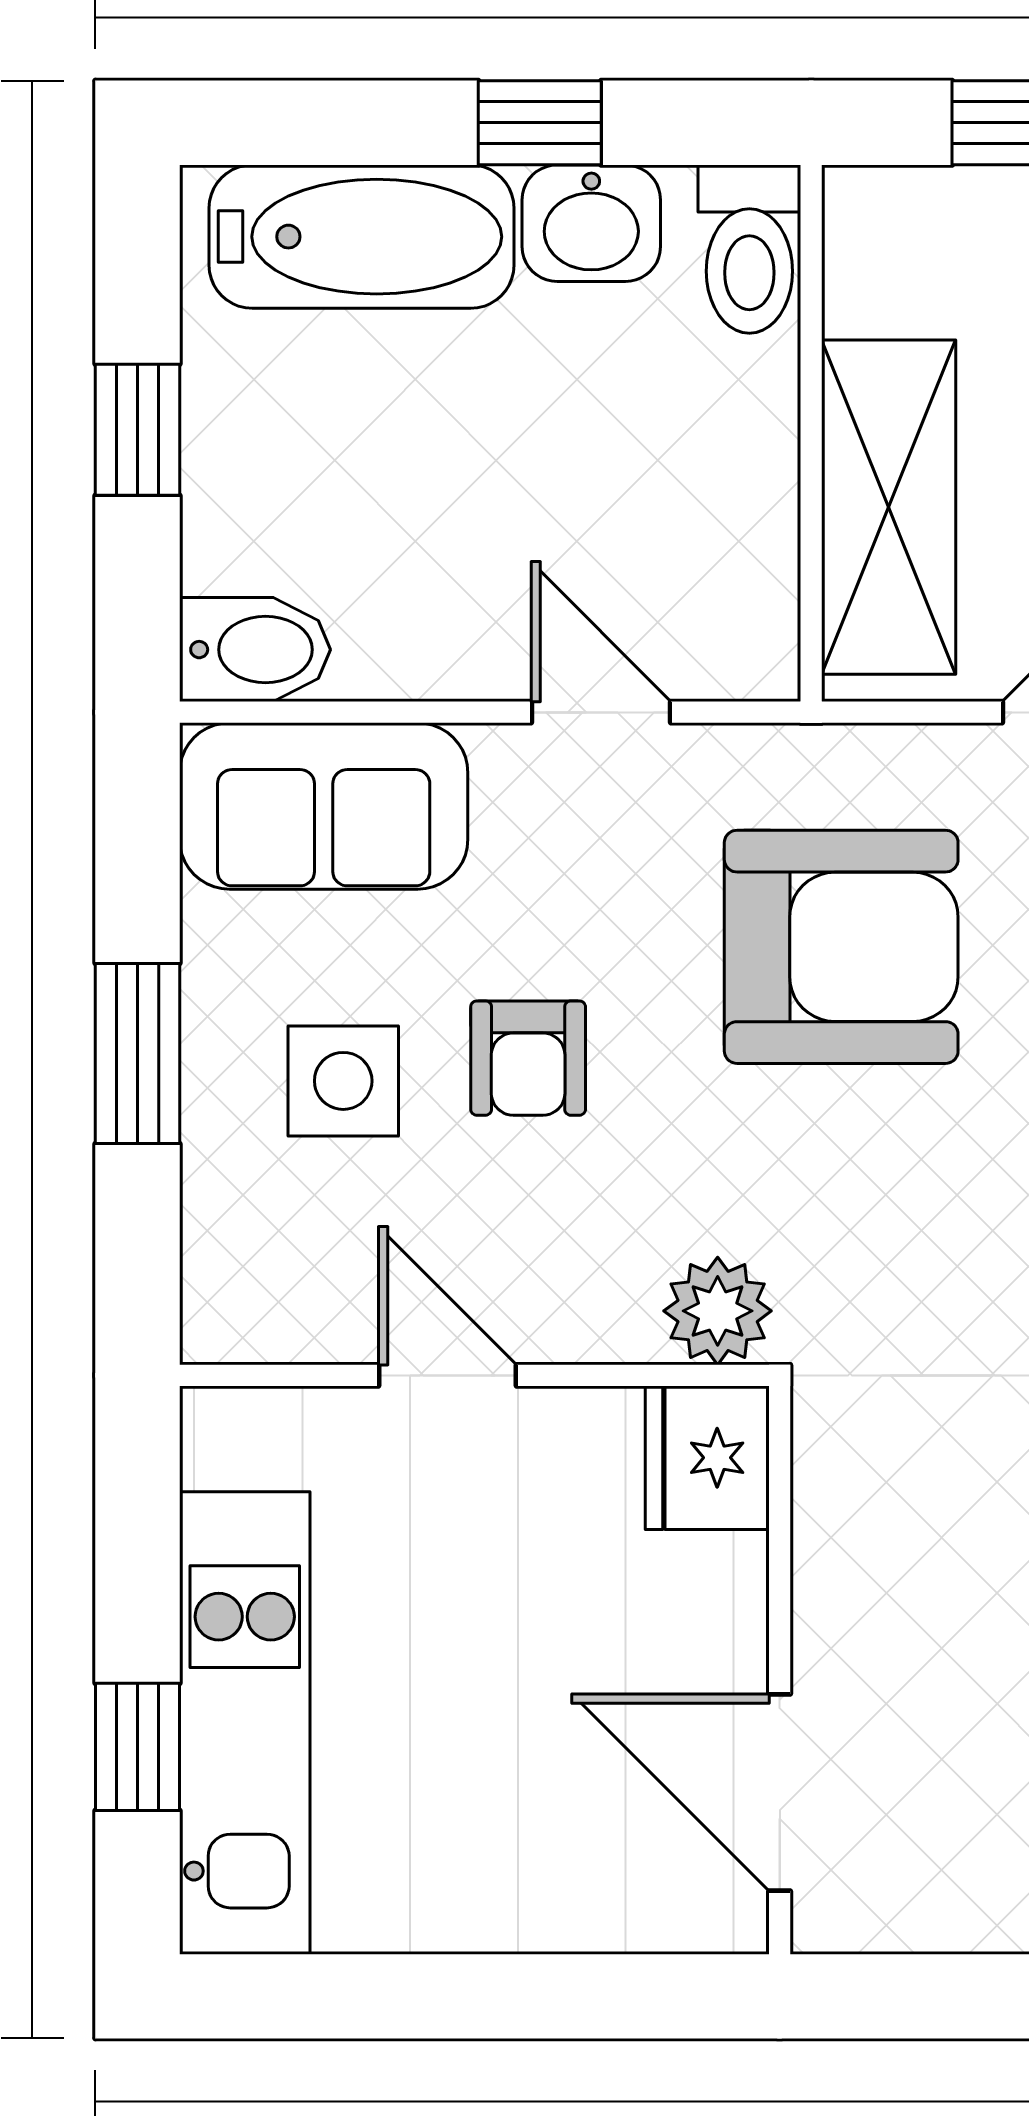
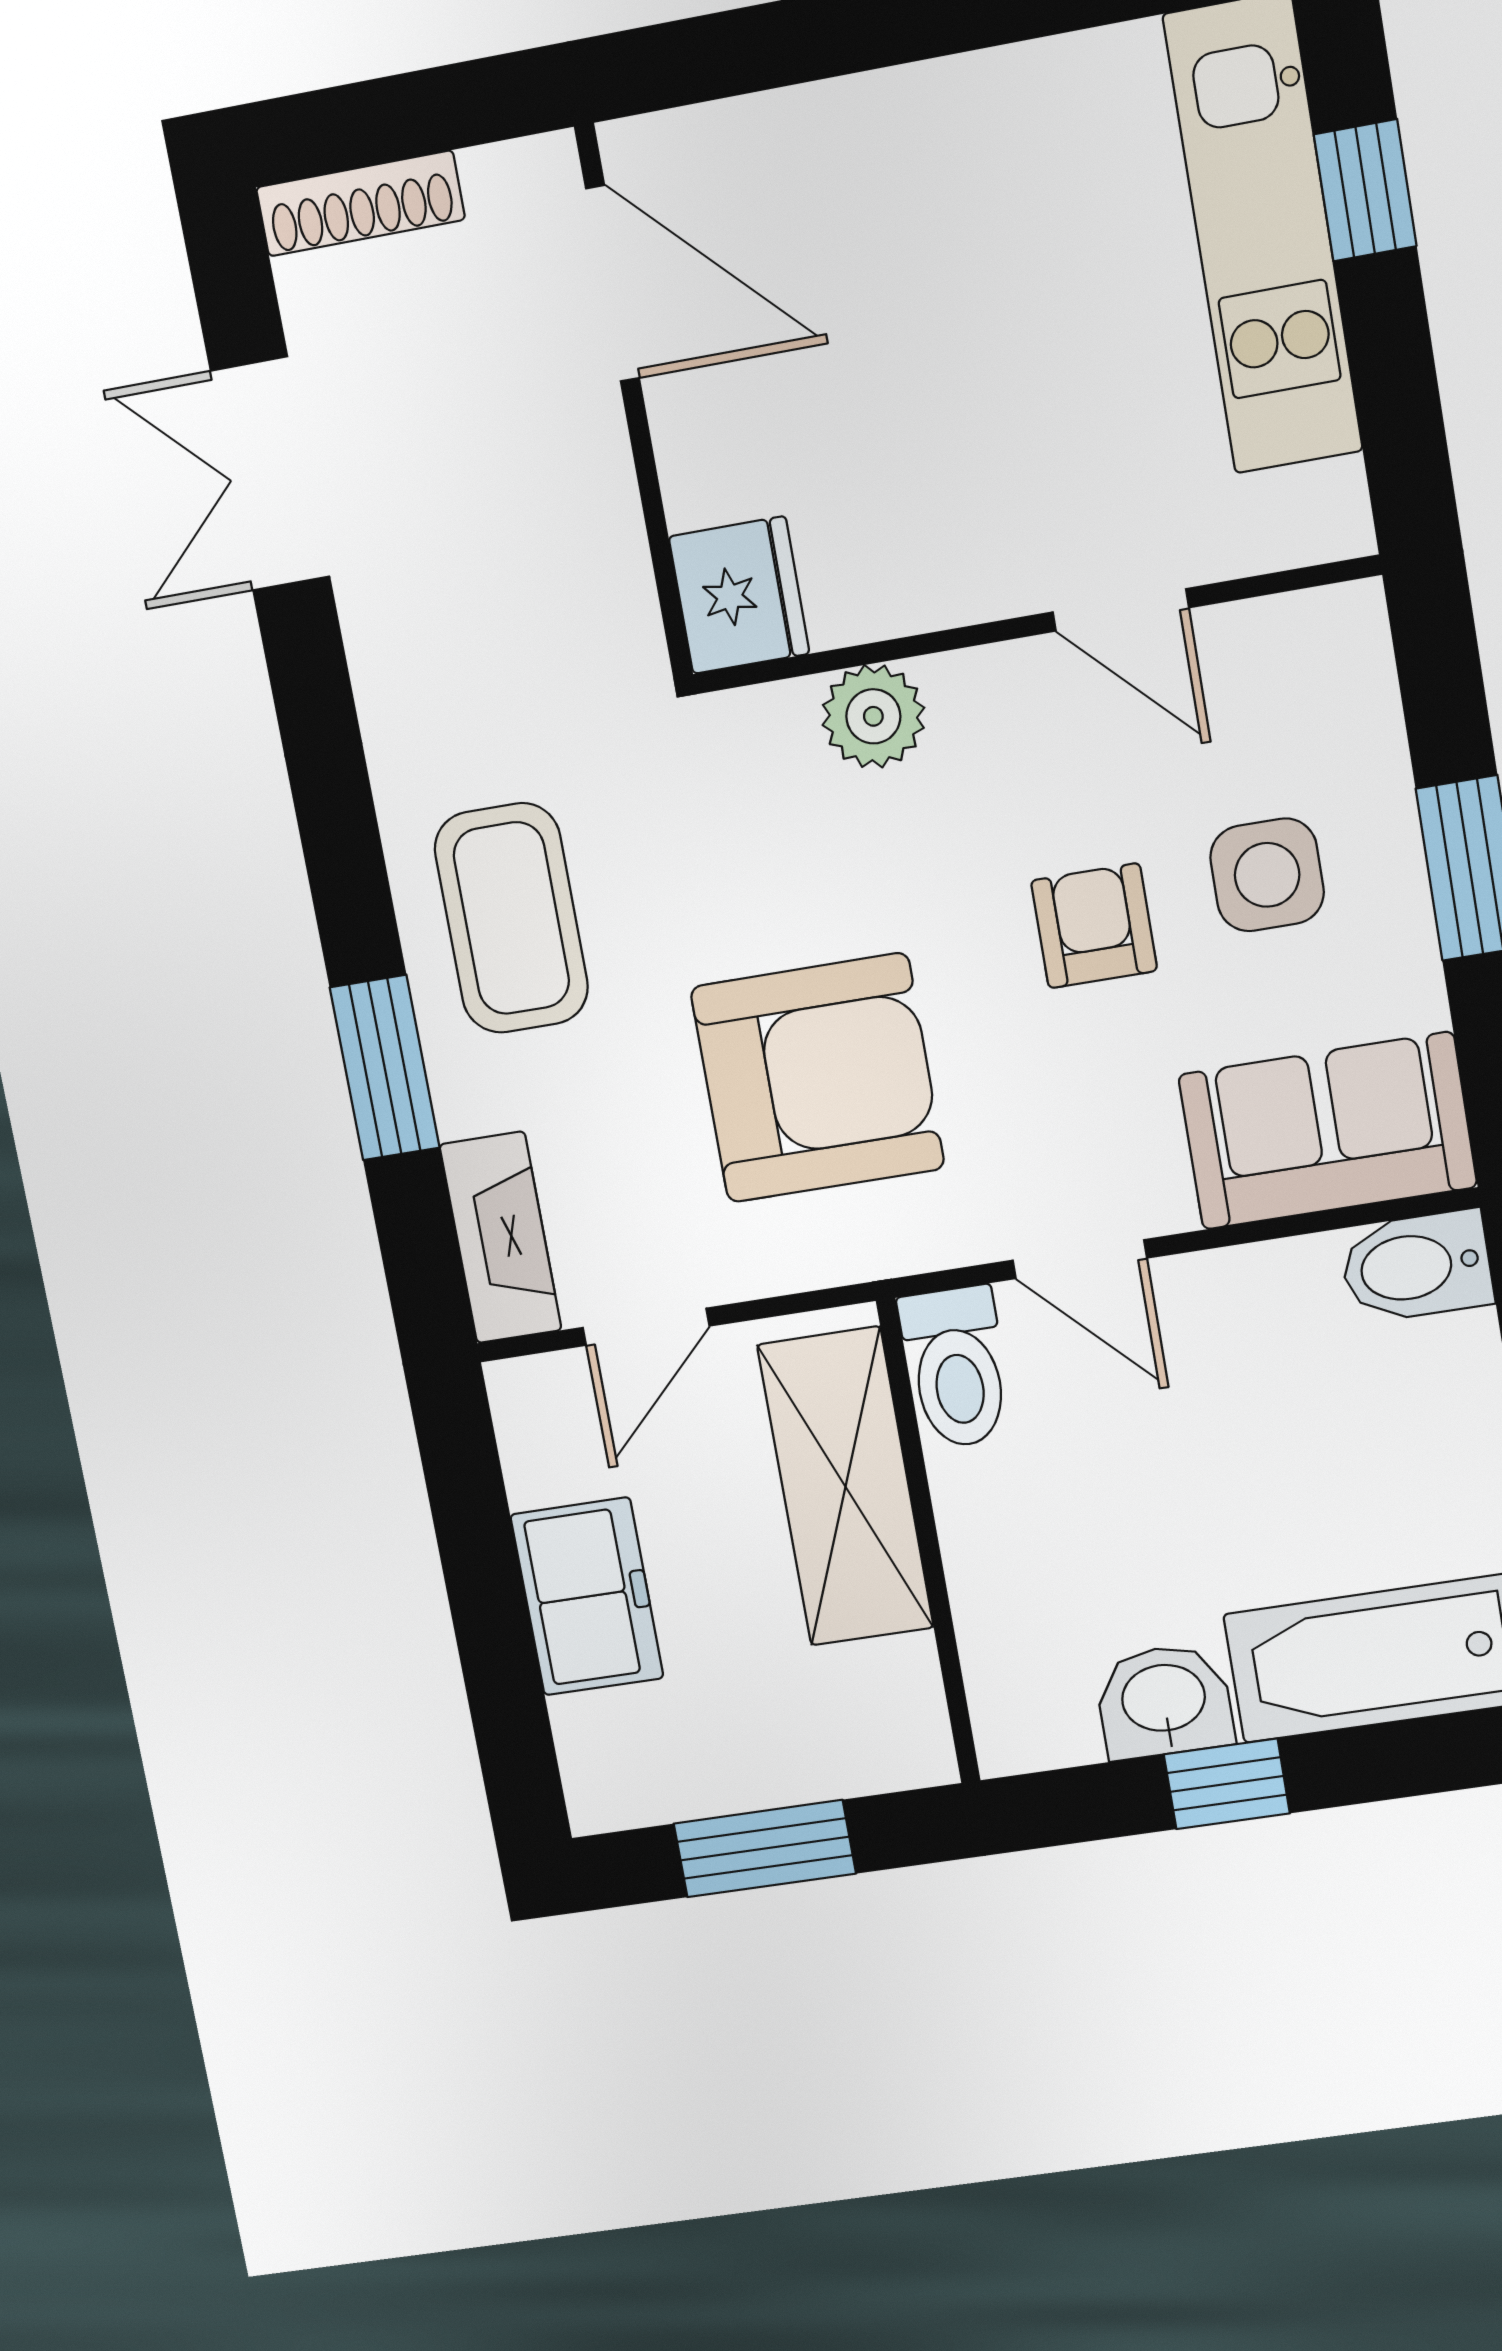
toilet: (749, 249) -> (956, 1367), moved, turned 180
armchair: (841, 947) -> (818, 1078), turned 180
fridge: (707, 1458) -> (739, 595), moved
wall: (780, 1670) -> (634, 403), moved
door: (780, 1793) -> (613, 284), moved

